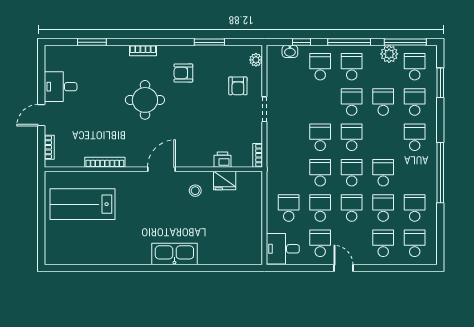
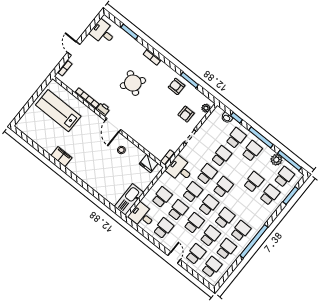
armchair: (183, 73) -> (177, 86), moved
desk: (61, 87) -> (103, 32), moved
round table: (145, 100) -> (133, 83), turned 36
school desk: (352, 102) -> (221, 156), moved
door: (41, 115) -> (74, 48), hinge flipped
school desk: (415, 137) -> (241, 231), moved
desk: (283, 157) -> (180, 169), added
printer: (222, 160) -> (103, 109), moved
door: (162, 169) -> (113, 125), swing flipped
fridge: (225, 180) -> (149, 163), moved
kitchen sink: (174, 254) -> (129, 199), moved, turned -90
filing cabinet: (130, 256) -> (61, 157), added
door: (344, 268) -> (174, 258), moved

